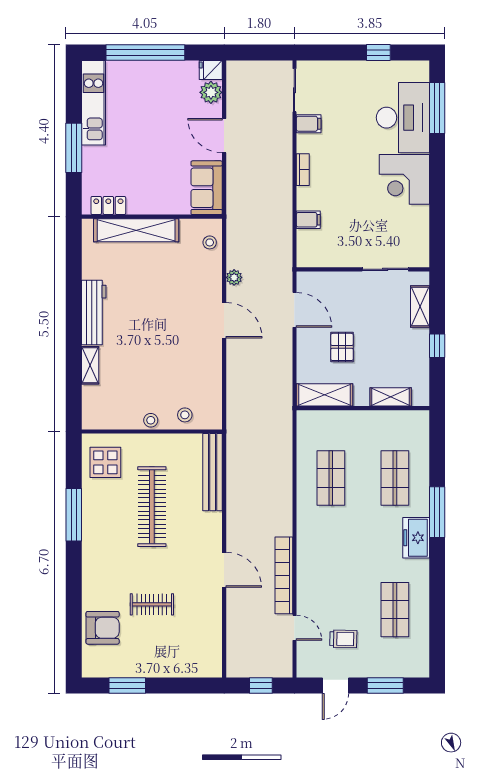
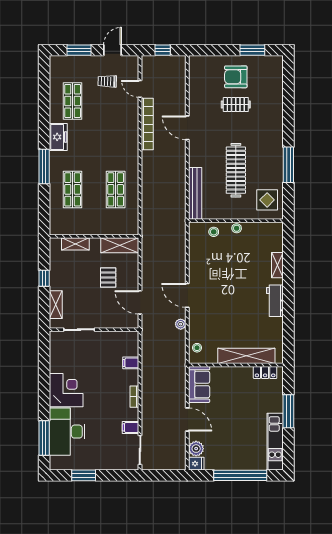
window: (378, 53) -> (84, 475), width x1.50
workbench: (94, 312) -> (275, 301), width x0.73
freezer: (416, 538) -> (58, 137), moved
armchair: (103, 628) -> (236, 77), moved

